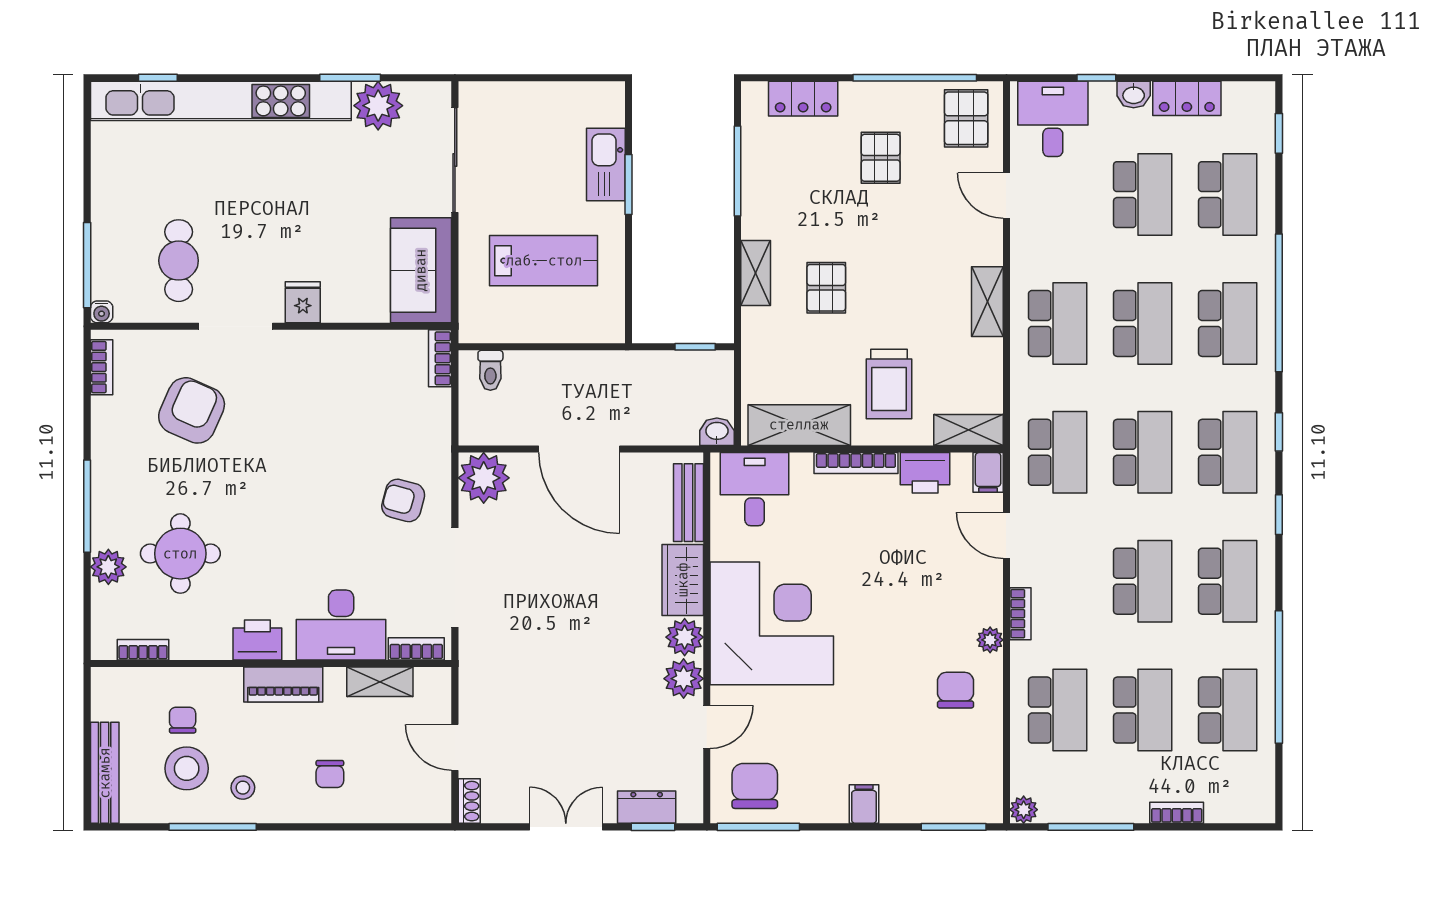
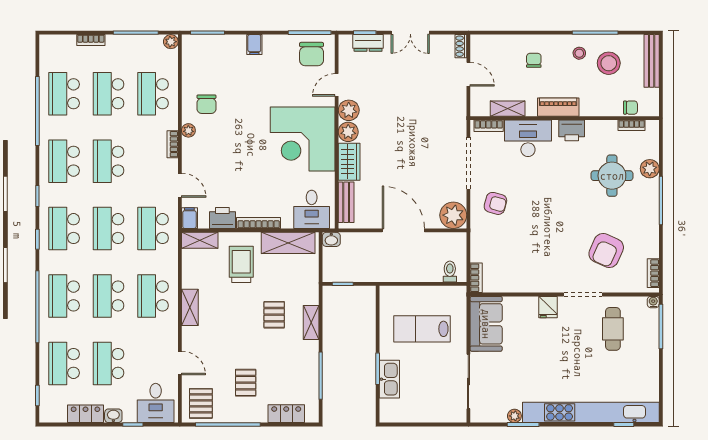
plant: (378, 106) -> (514, 416), width x0.53, depth x0.53
chair: (183, 720) -> (631, 108), moved, turned -90

